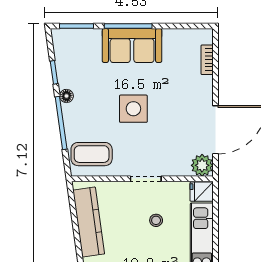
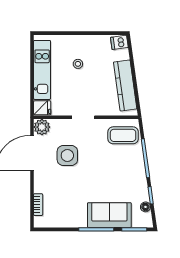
sofa: (132, 45) -> (109, 215), moved
floor lamp: (66, 96) -> (145, 207), moved
side table: (133, 109) -> (67, 155), moved
stool: (156, 220) -> (78, 64), moved

